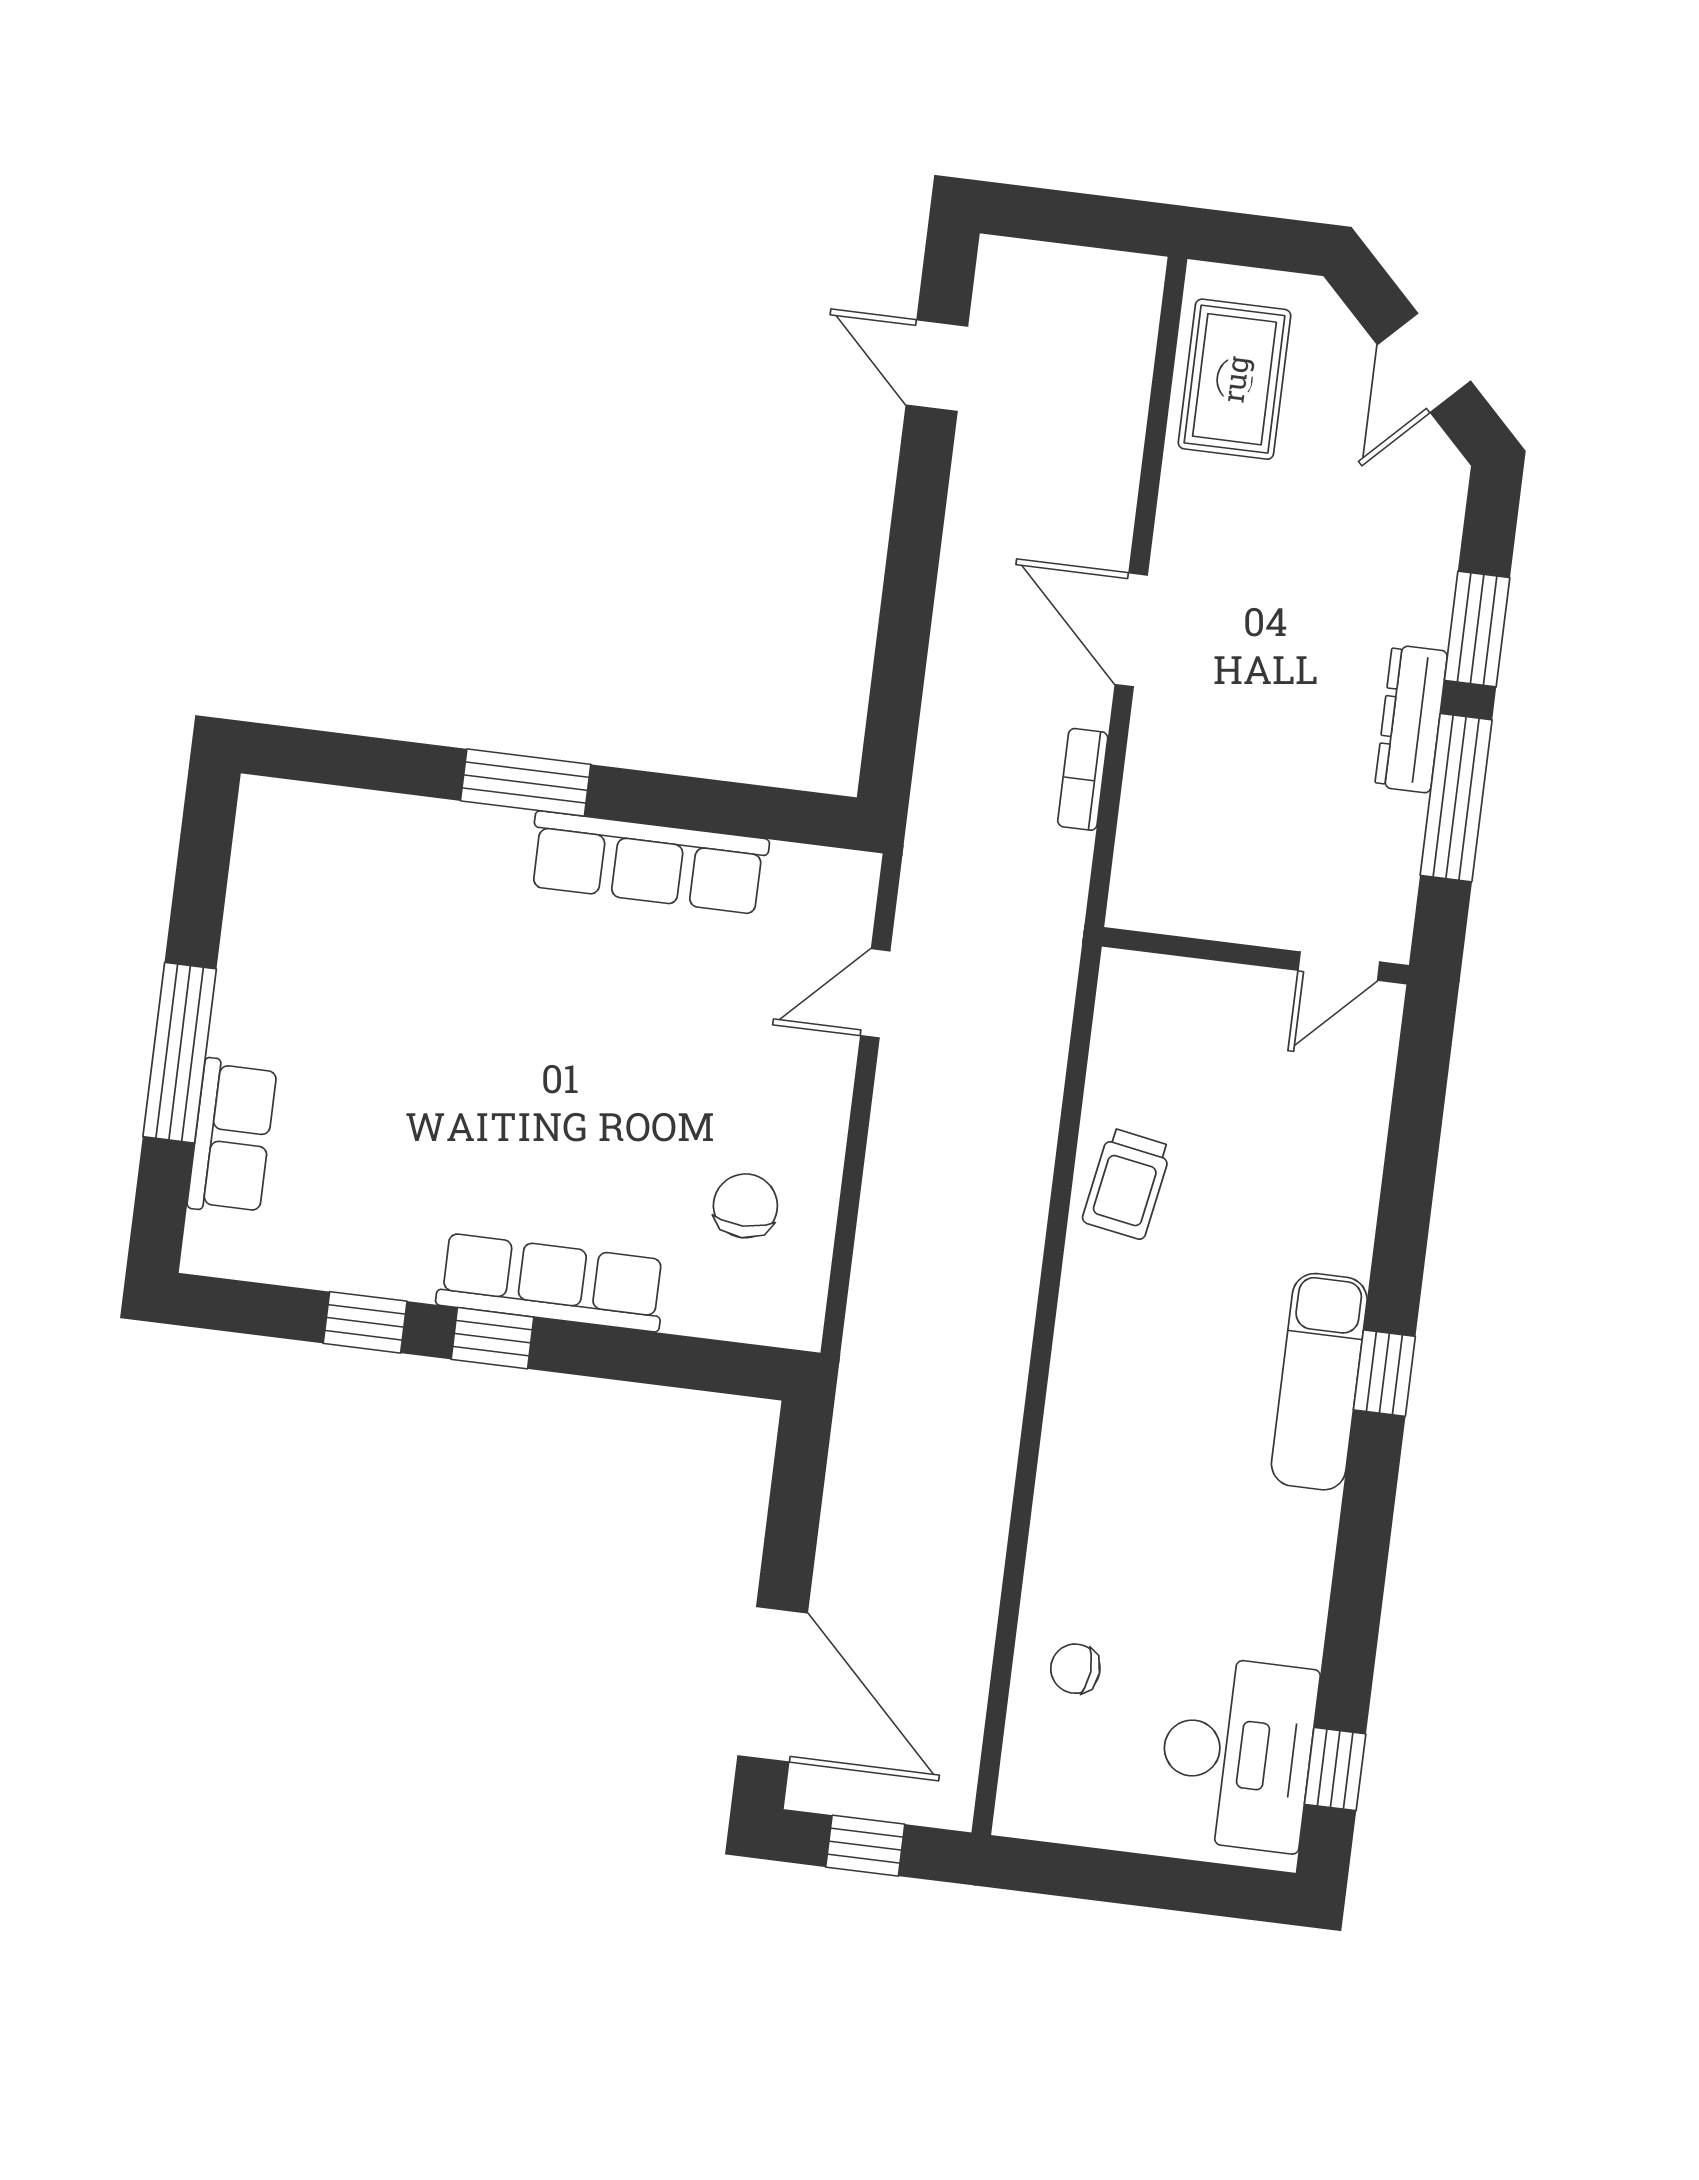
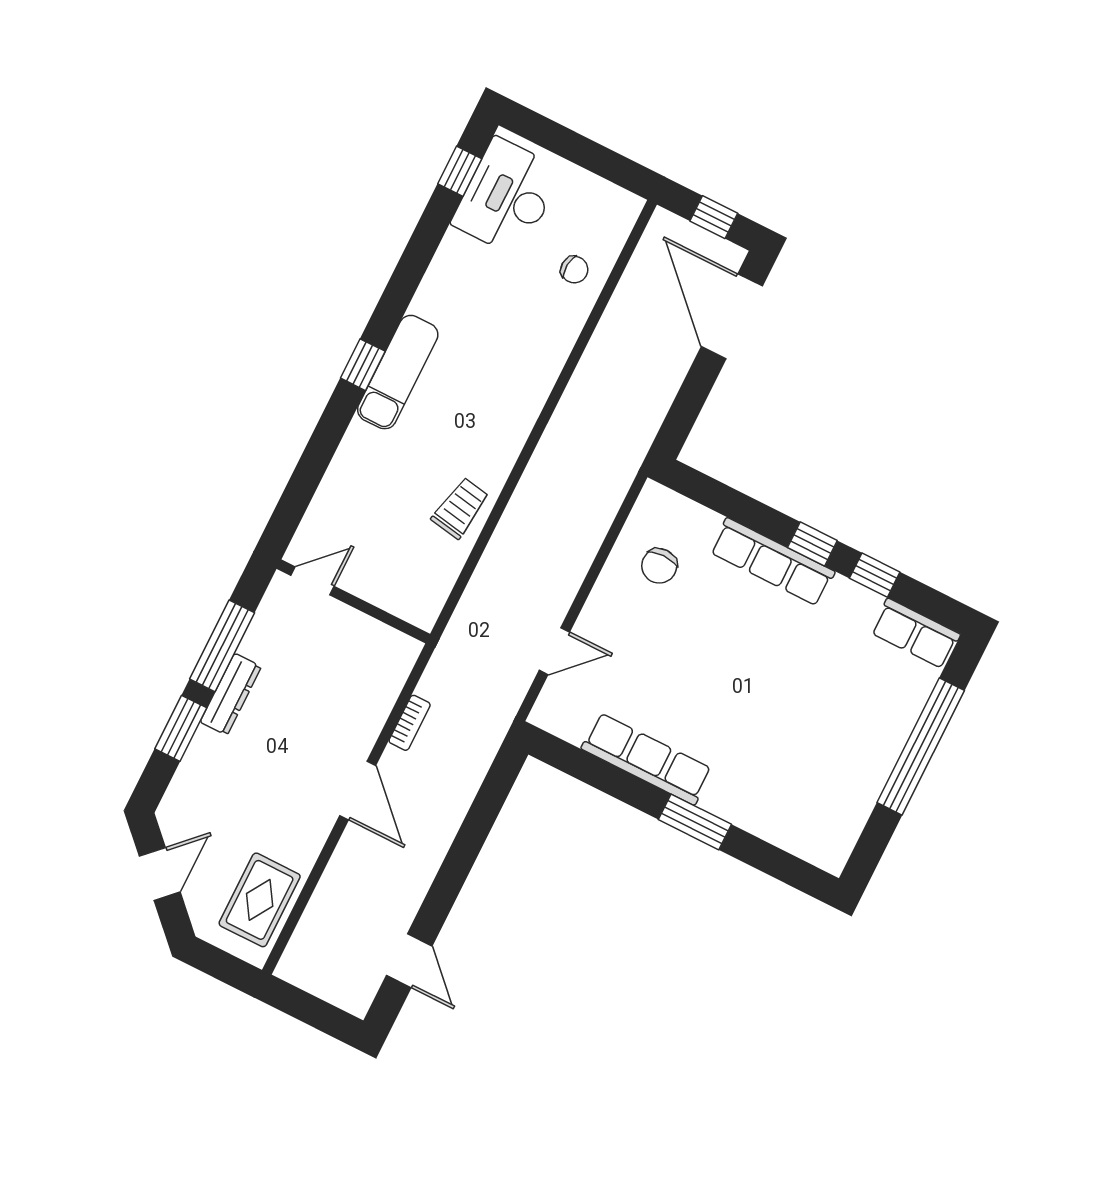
window: (180, 1053) -> (921, 746), width x1.46
row of seats: (232, 1137) -> (915, 633), moved, turned -90

